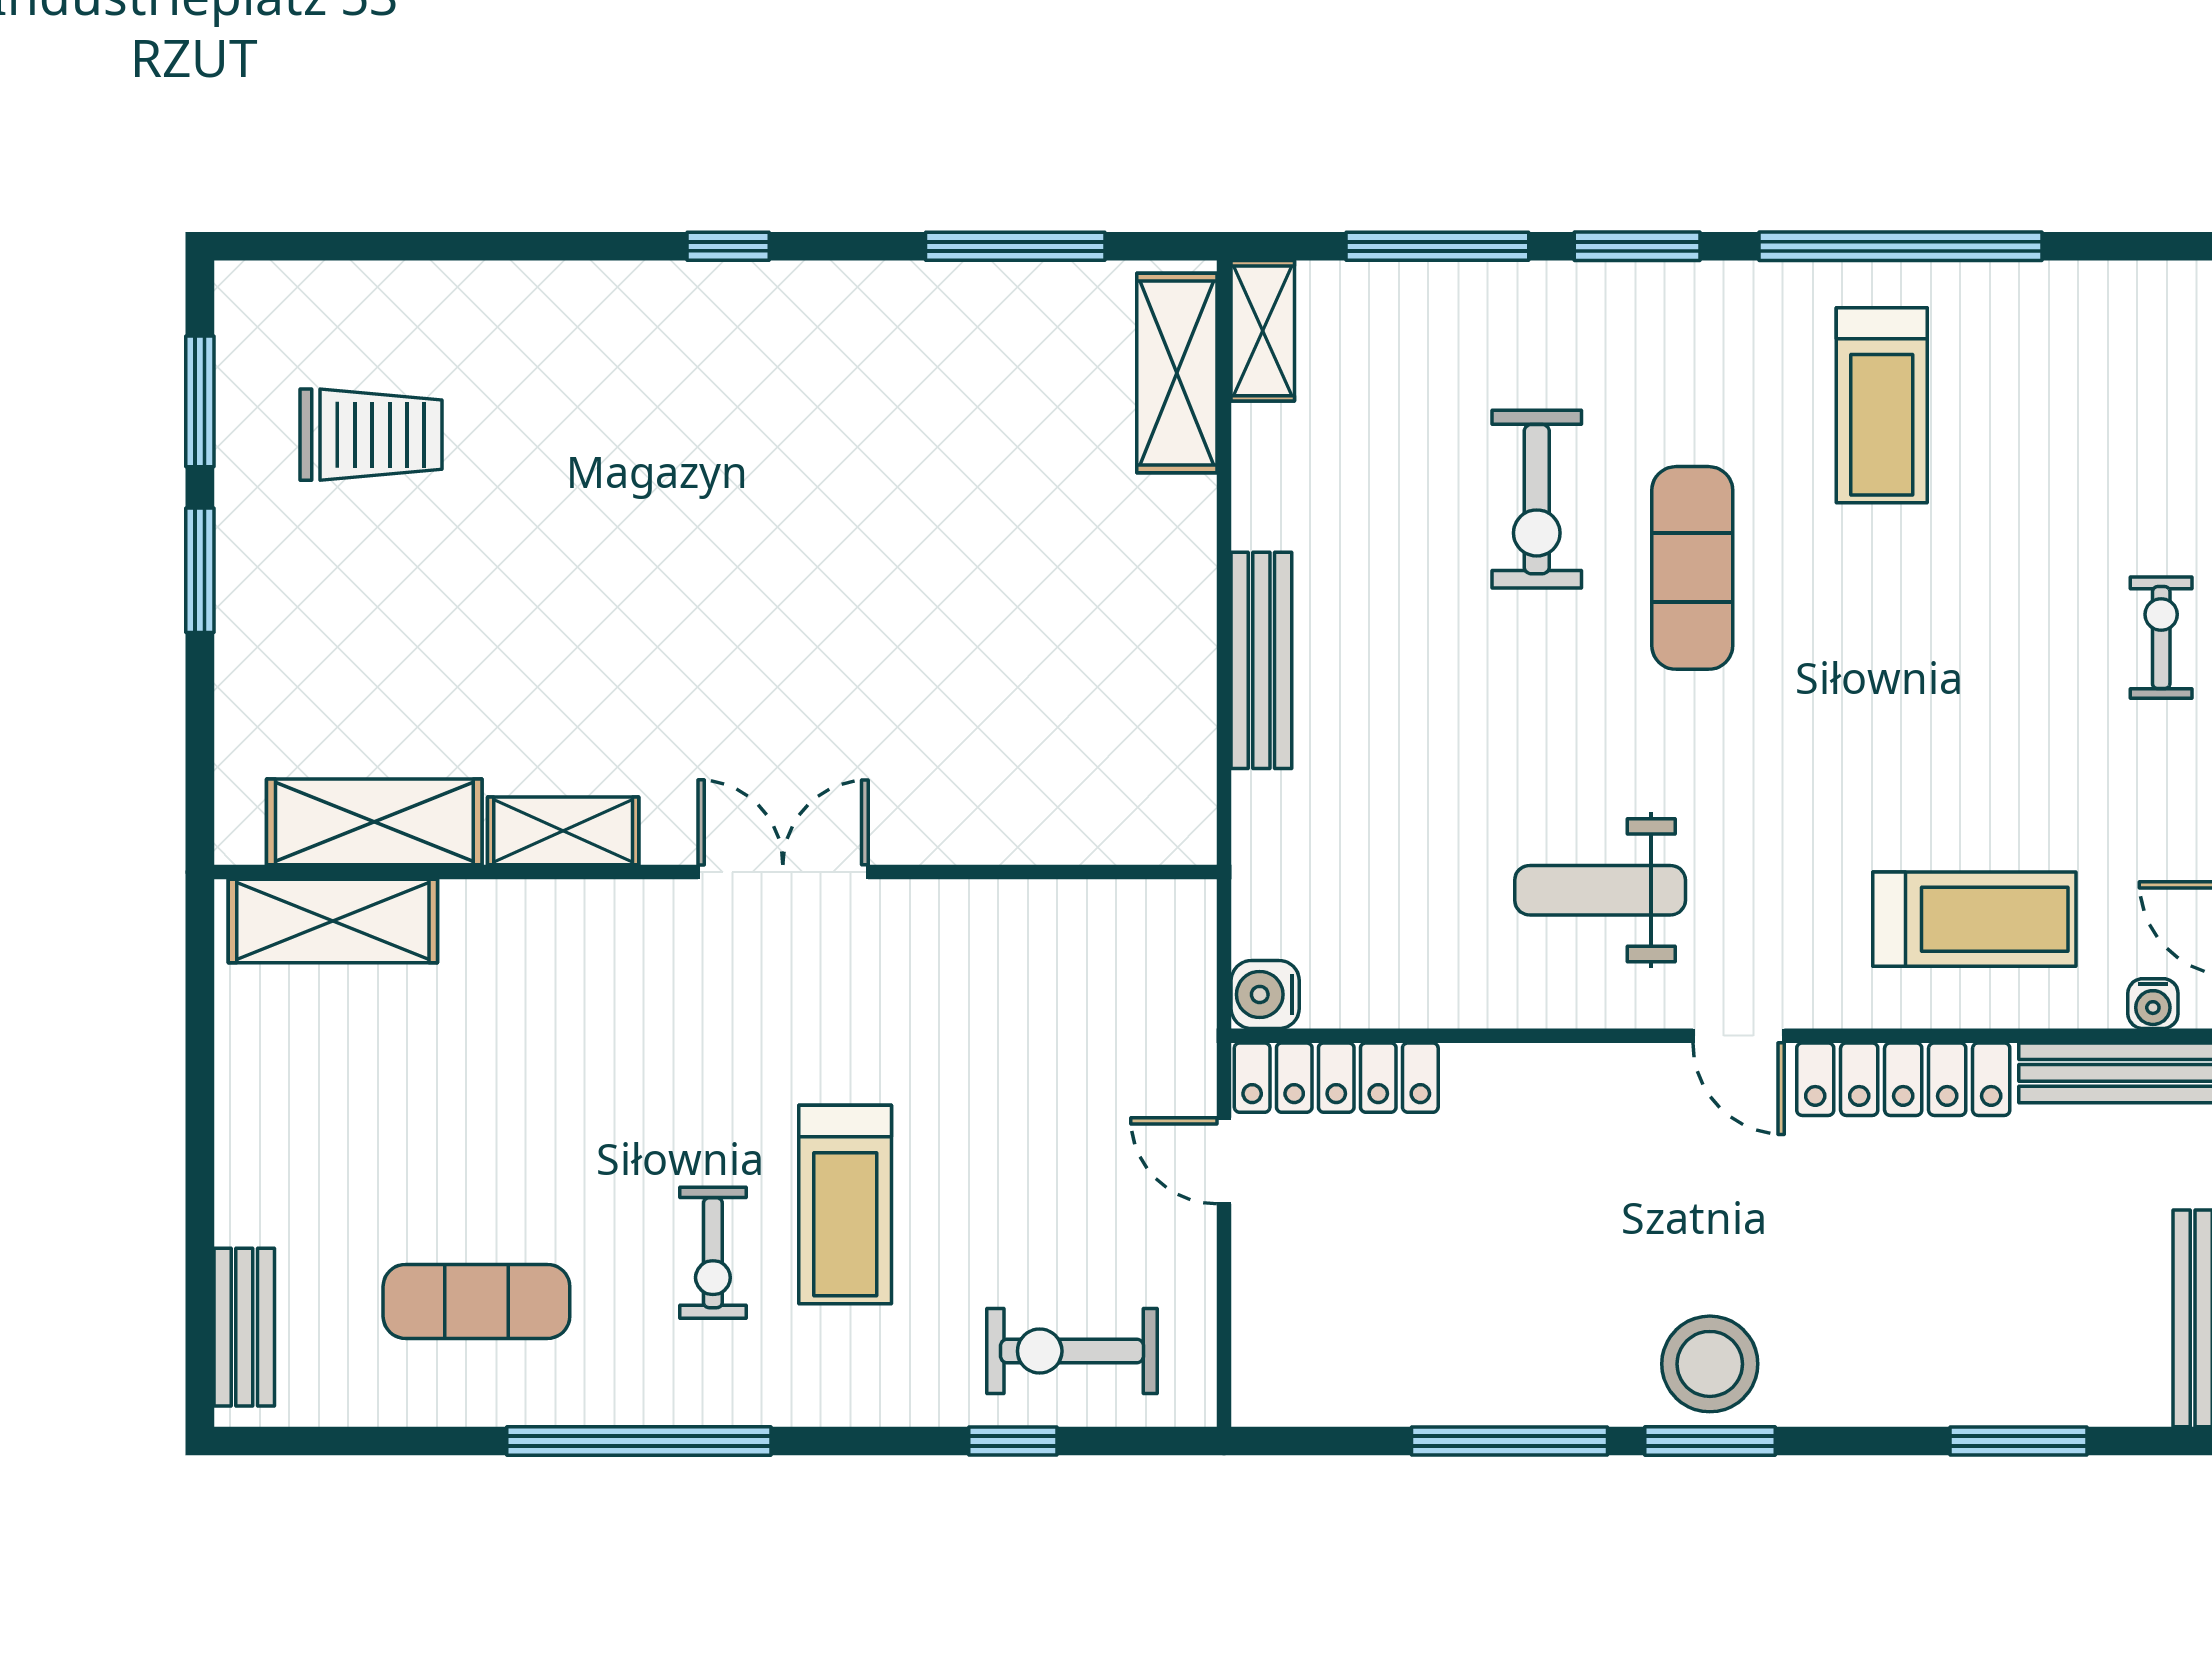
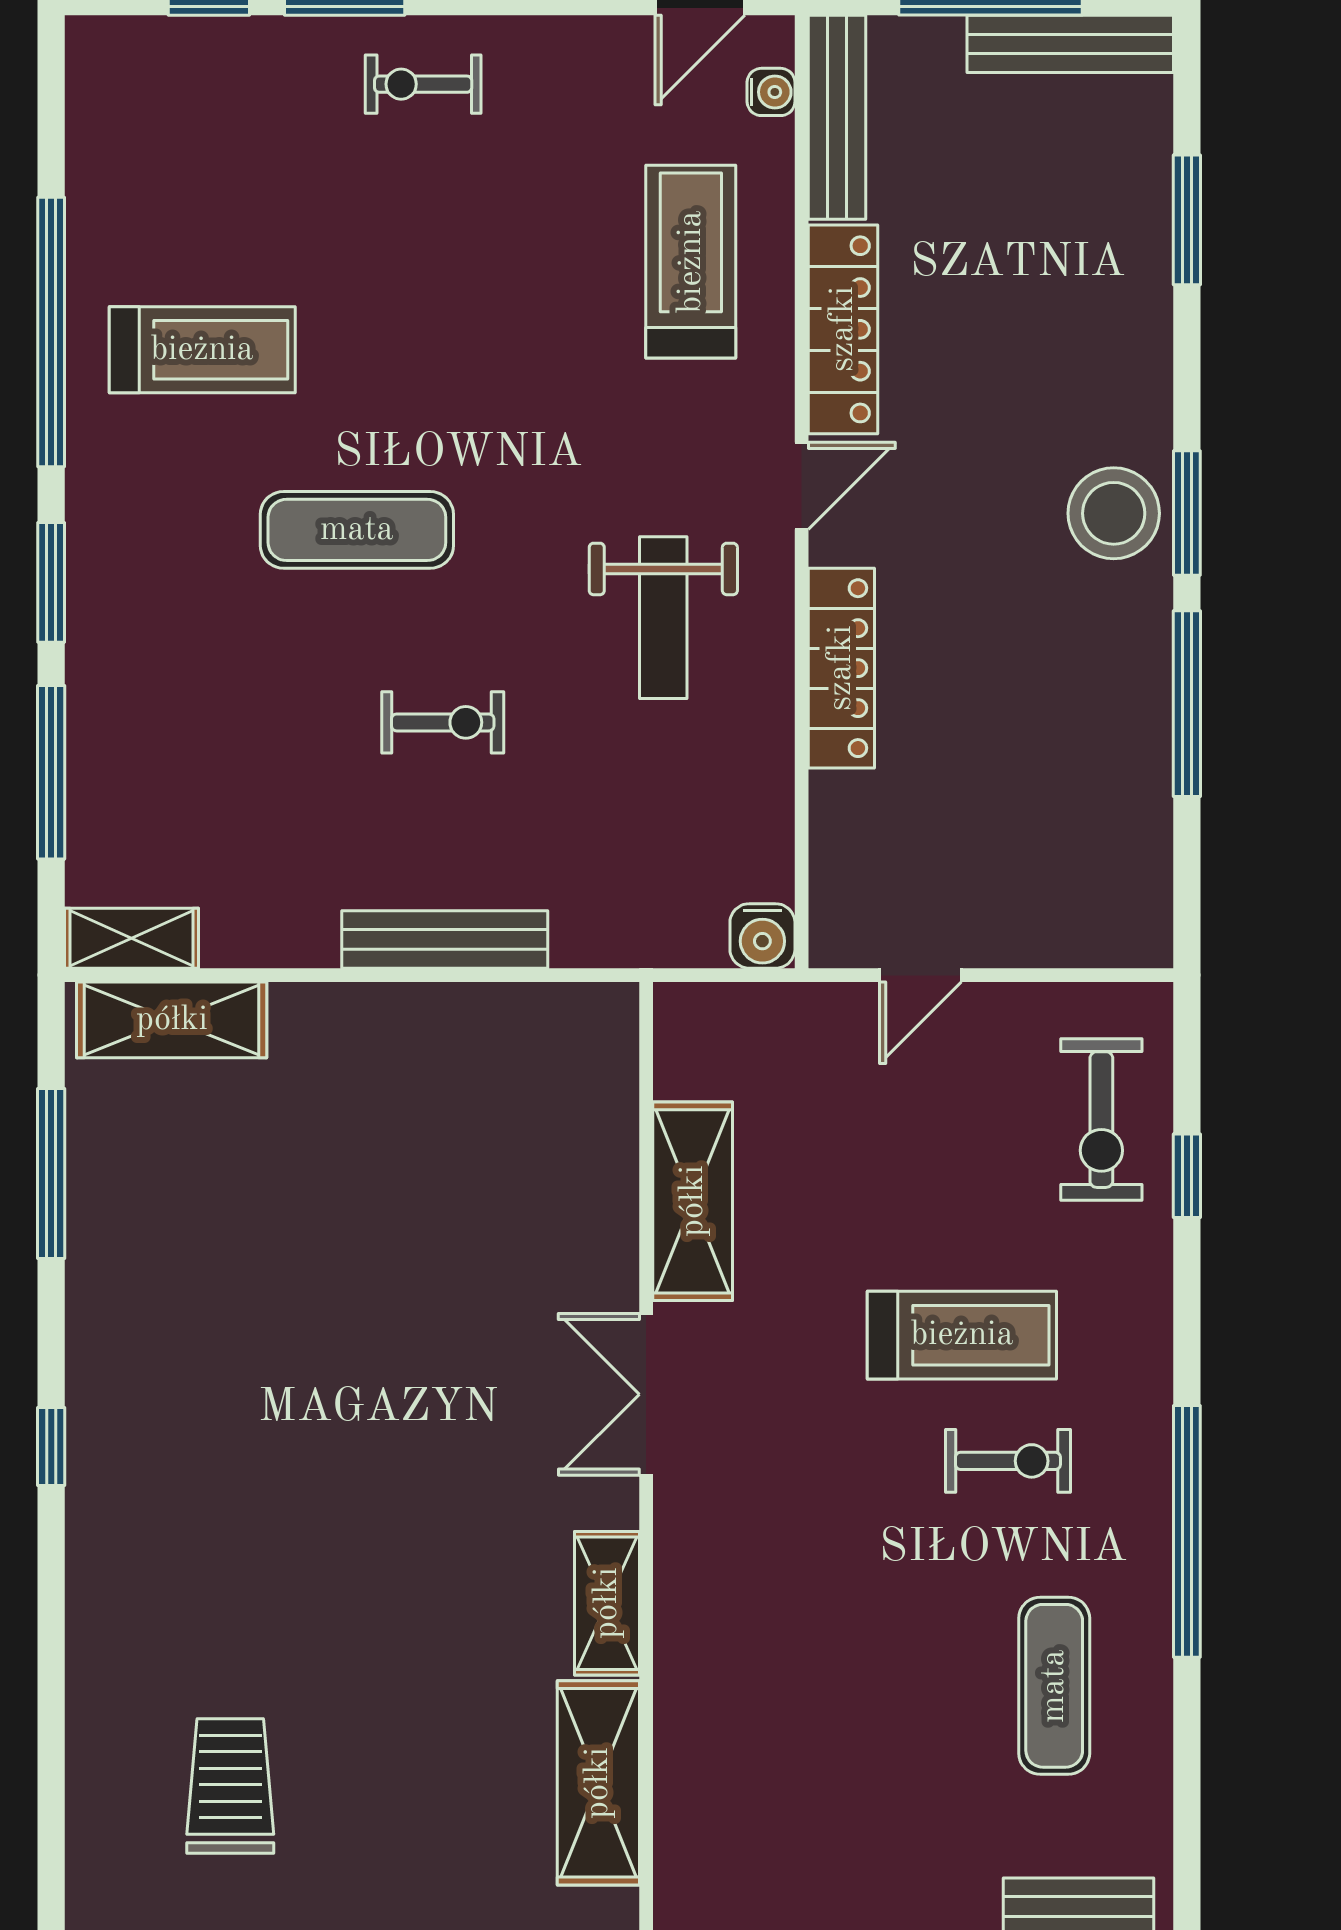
exercise bike: (1537, 499) -> (443, 722), moved, width x0.73, depth x0.72
shelving: (333, 921) -> (693, 1201), moved
locker: (1336, 1078) -> (841, 668), moved

